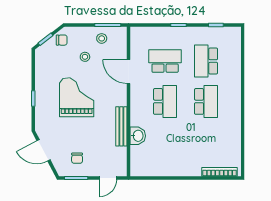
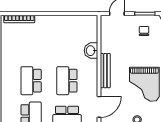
door: (129, 72) -> (99, 107), hinge flipped
bench: (121, 126) -> (105, 71), moved

